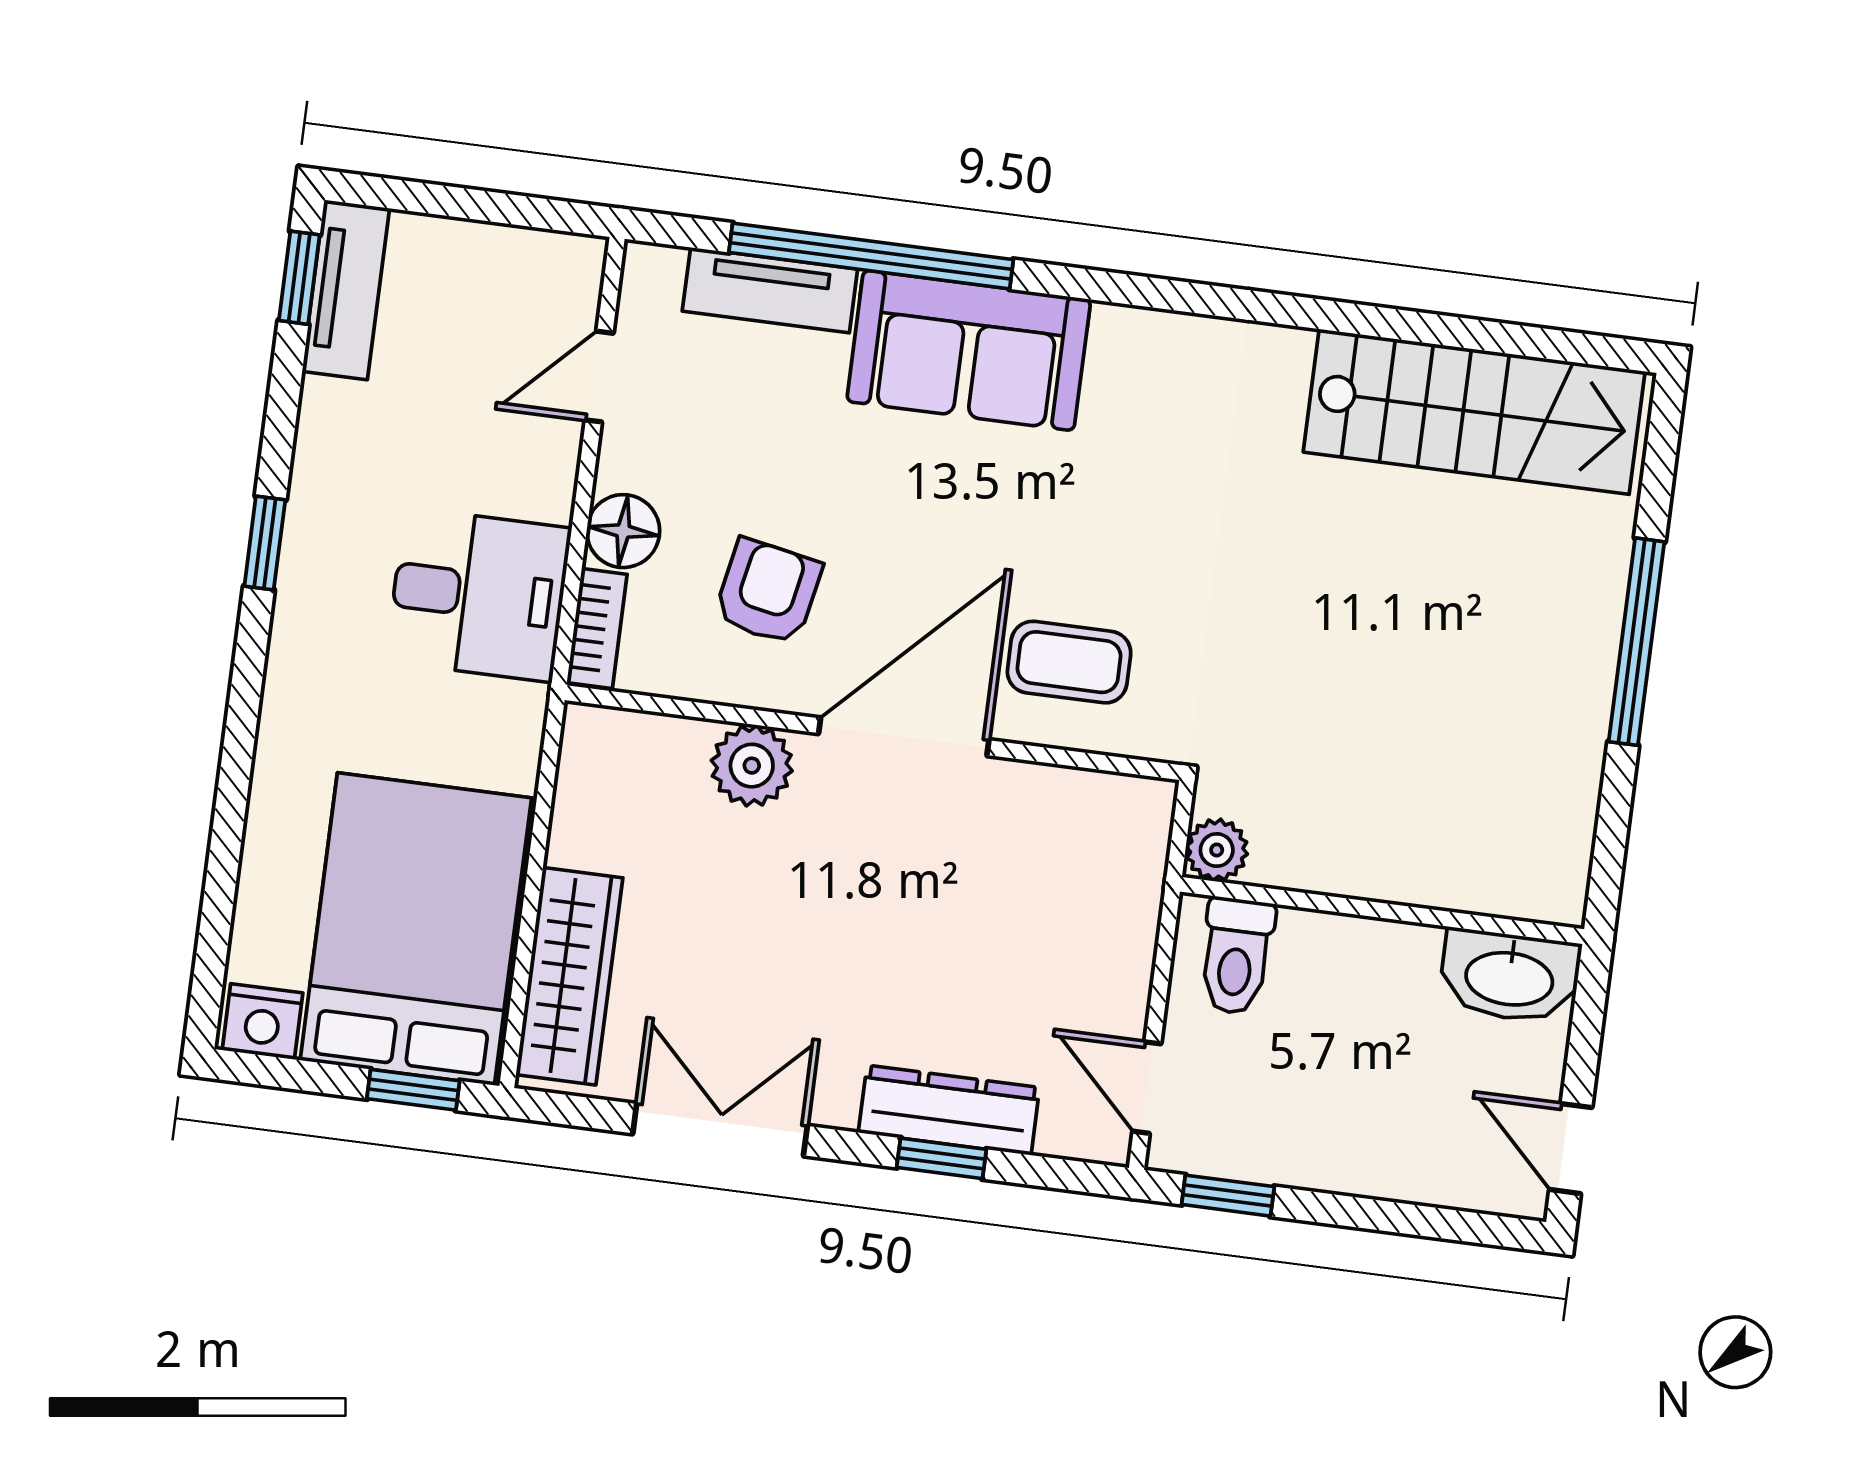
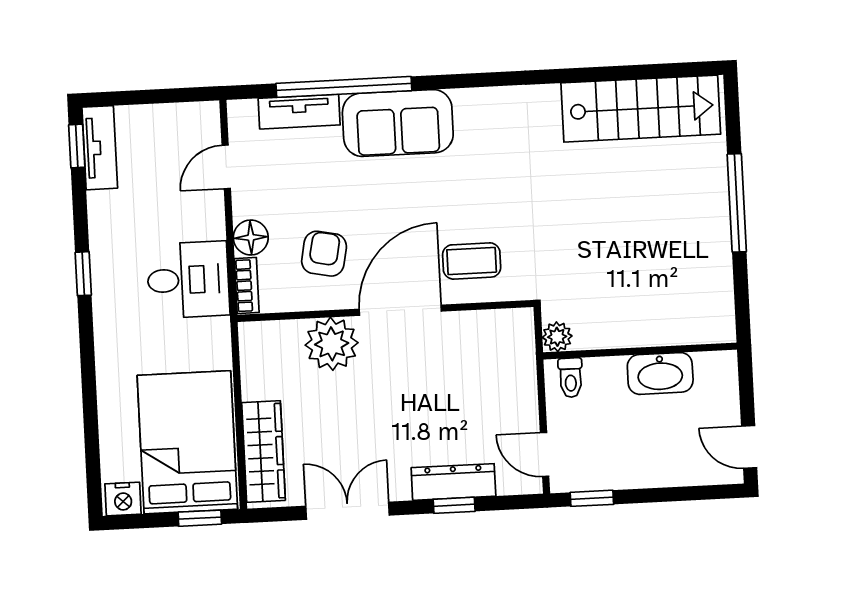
plant: (752, 766) -> (332, 344), width x1.36, depth x1.36
toilet: (1236, 956) -> (571, 378), width x0.73, depth x0.72
washbasin: (1510, 976) -> (660, 373), moved

